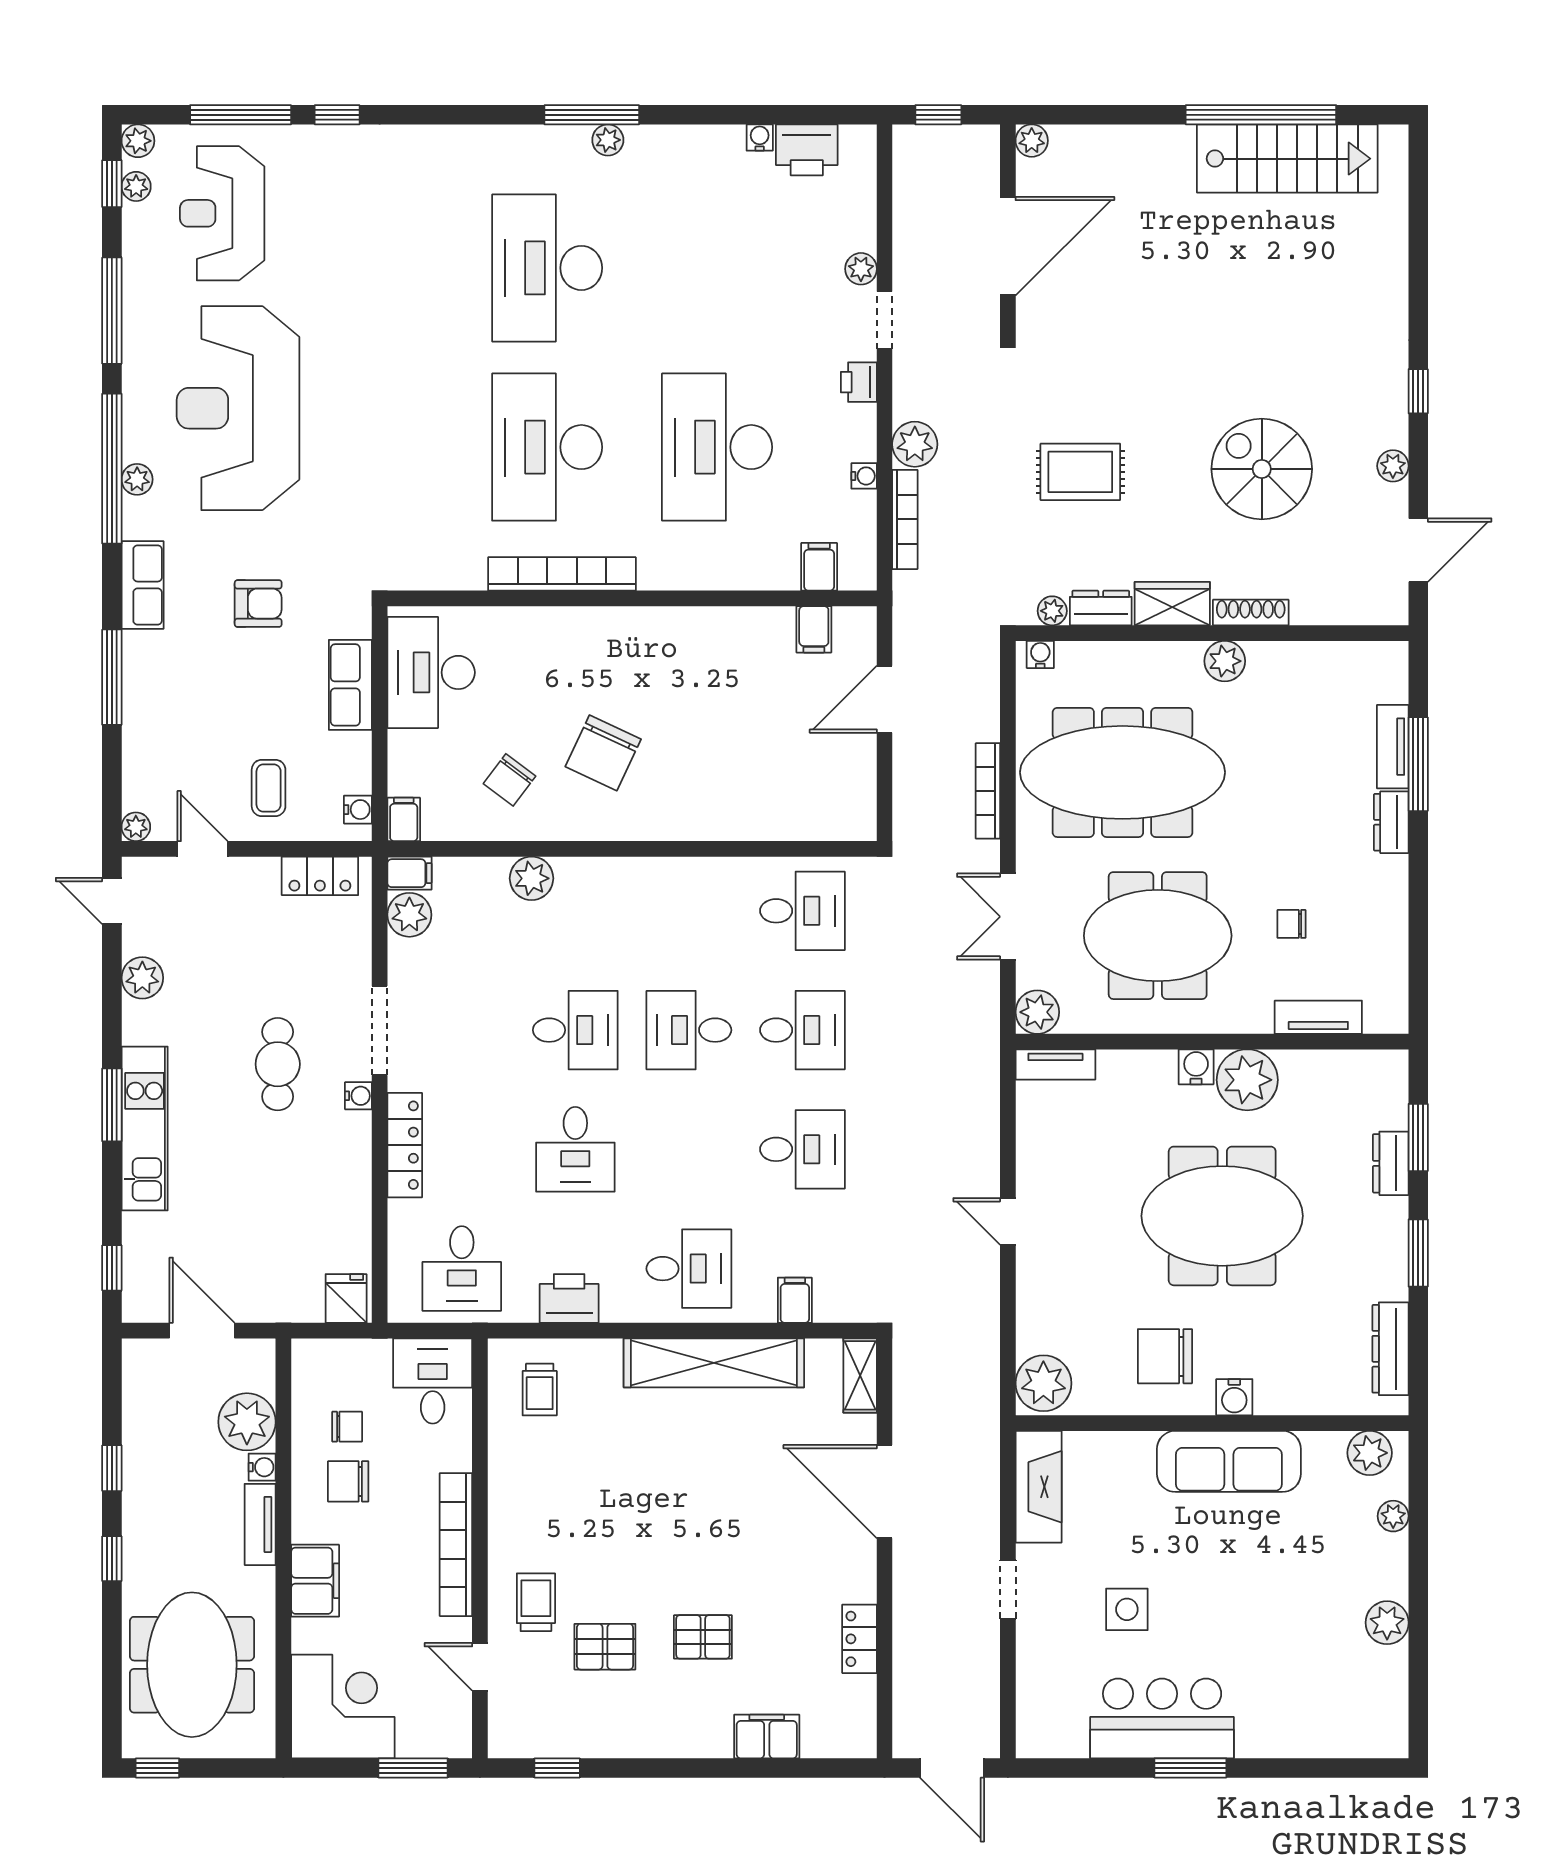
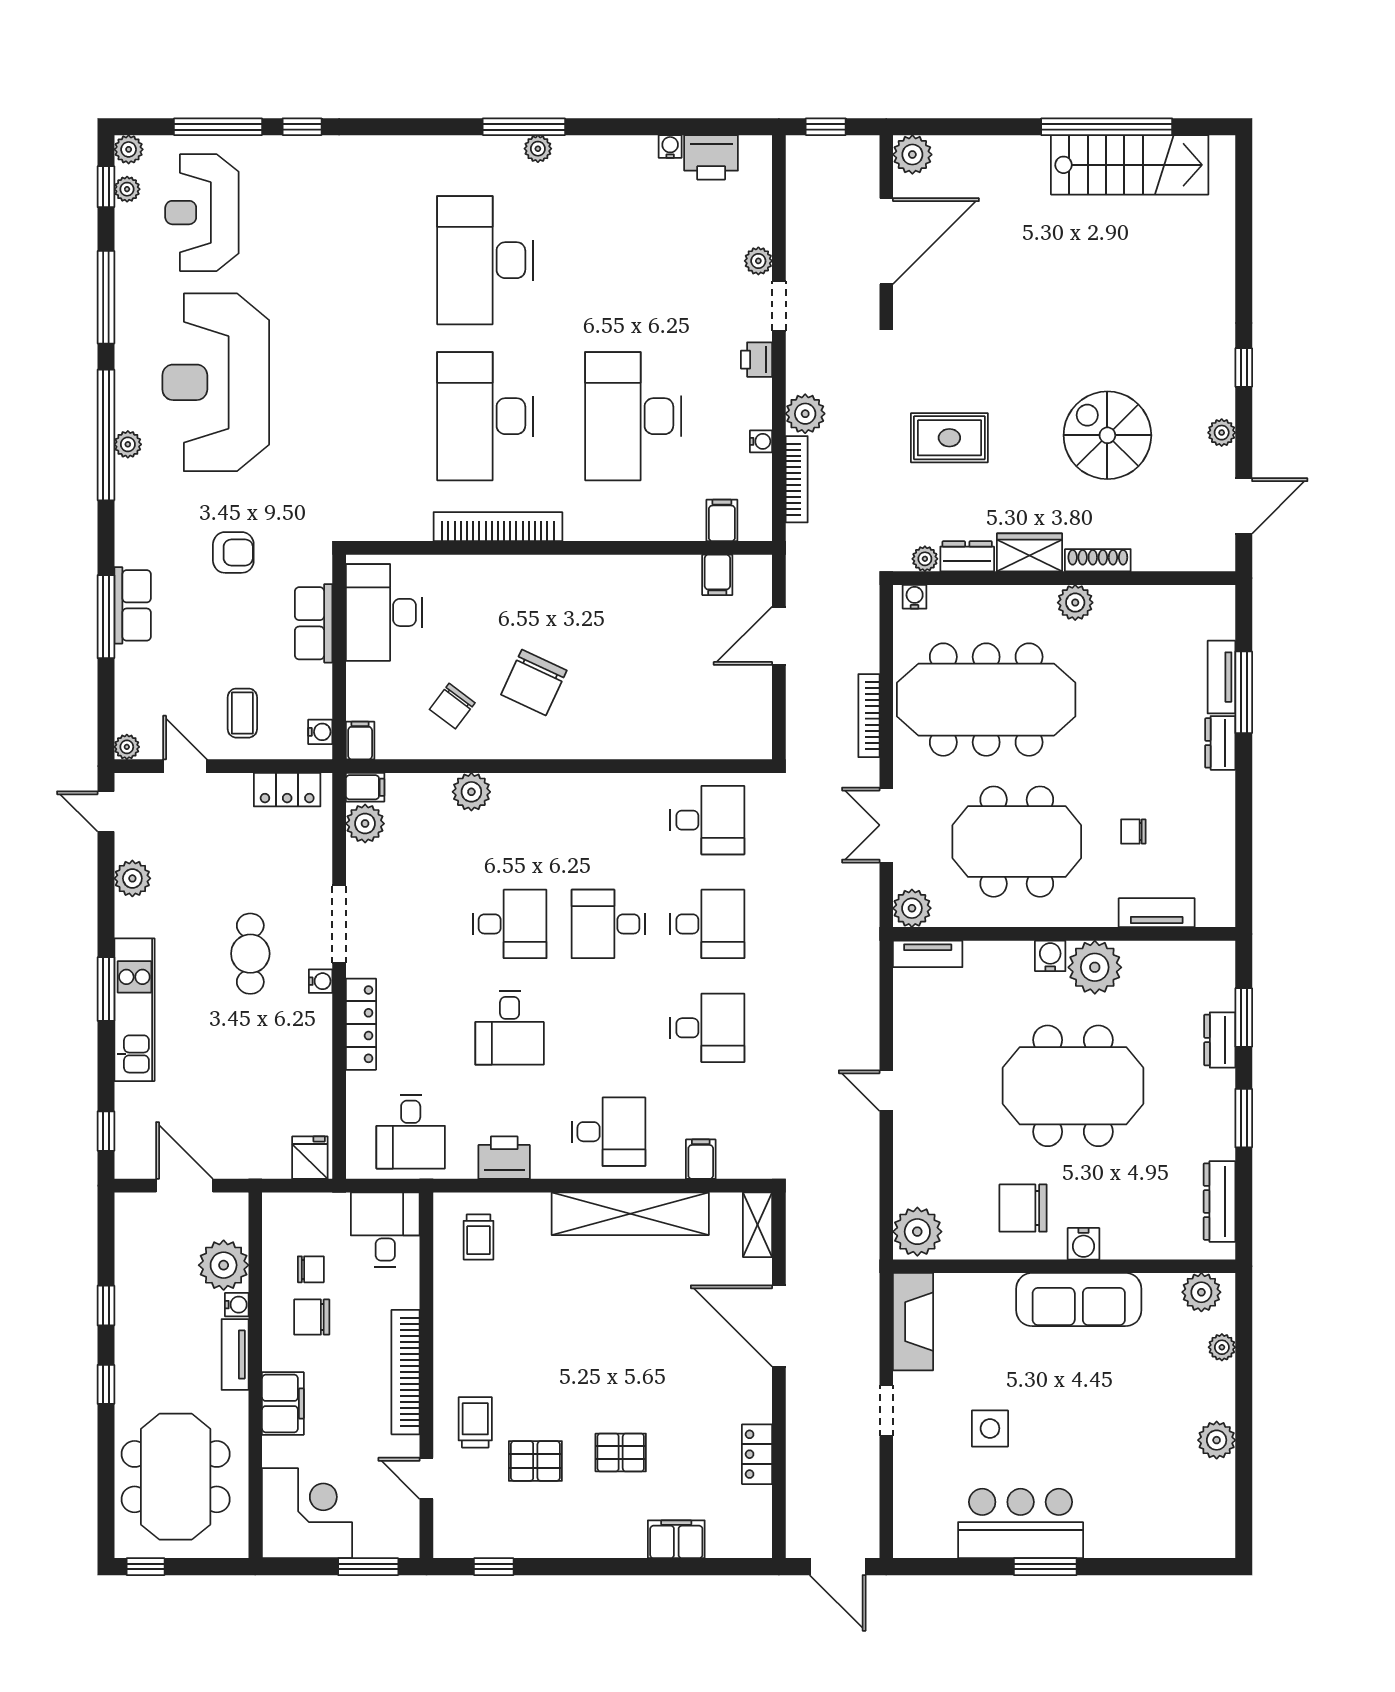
plant: (1032, 141) -> (912, 155), width x1.38, depth x1.38
row of seats: (143, 585) -> (133, 605), moved

